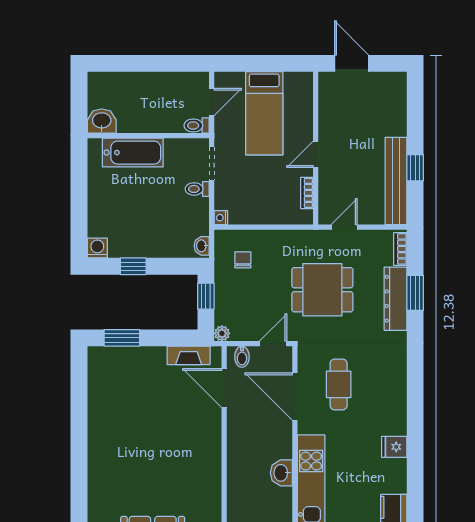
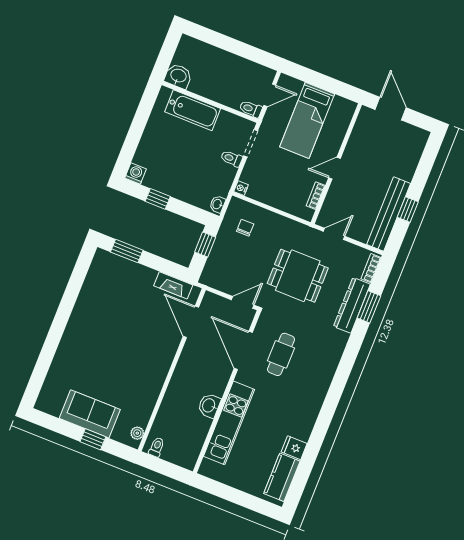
plant: (222, 333) -> (206, 279), removed
bidet: (242, 357) -> (214, 303), removed
fridge: (394, 447) -> (294, 448), moved

